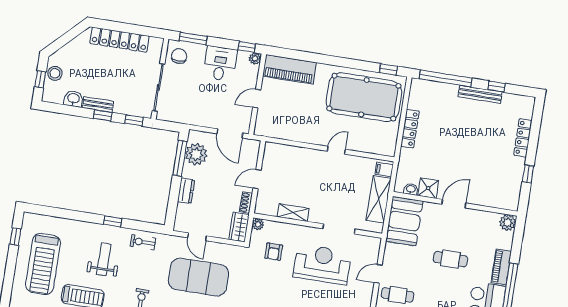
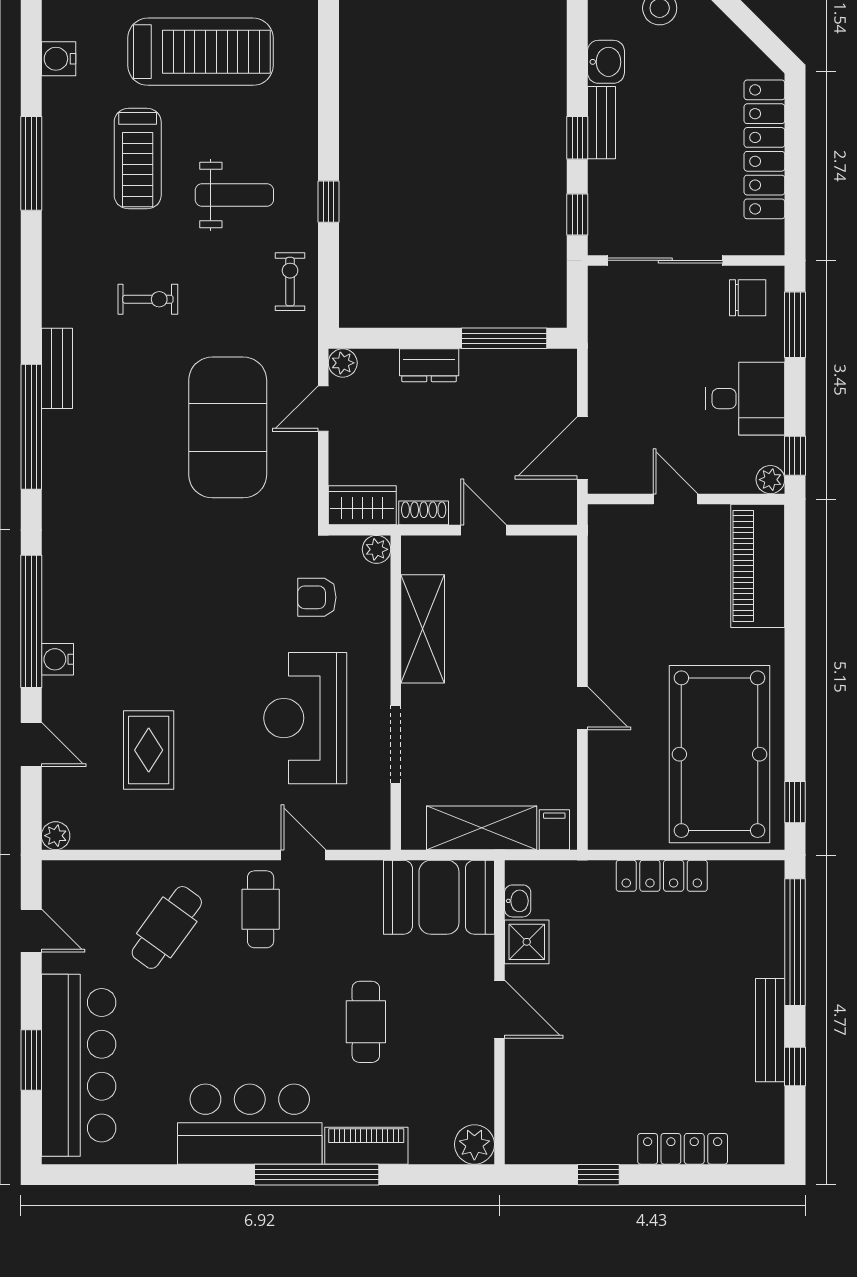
plant: (196, 154) -> (343, 363), moved, width x0.53, depth x0.53
shelving: (293, 213) -> (423, 629), width x1.50, depth x1.33
treadmill: (43, 264) -> (200, 52), turned 180
reception desk: (322, 264) -> (305, 718), turned 180

